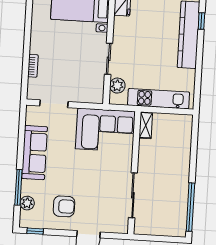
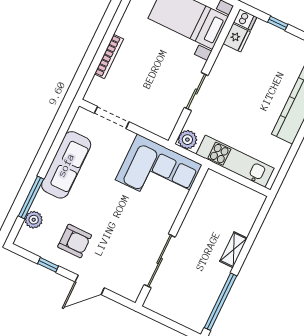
bookcase: (33, 66) -> (109, 56), width x1.56
plant: (117, 86) -> (187, 140), moved
shelving: (146, 125) -> (234, 250), moved
window: (35, 231) -> (48, 265), moved

